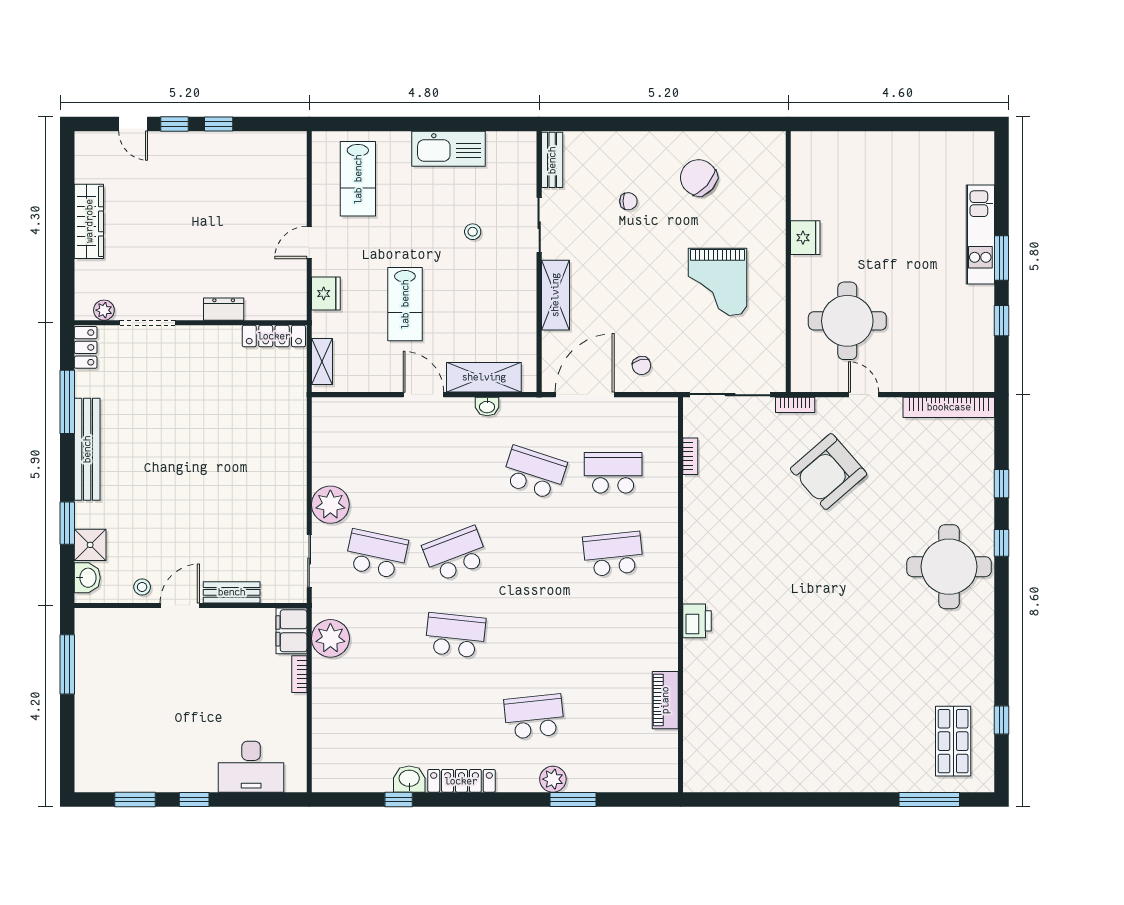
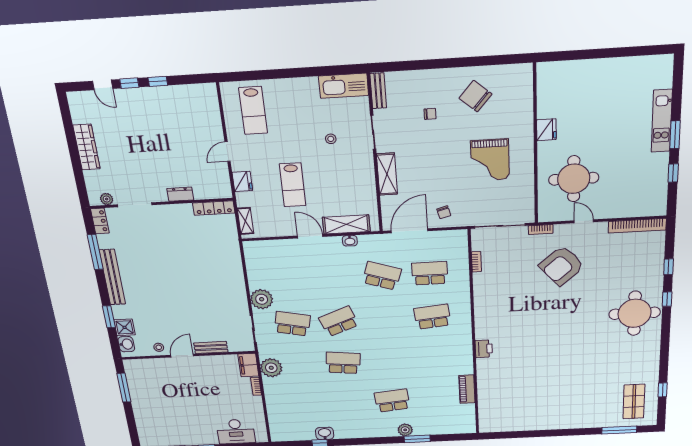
kitchen sink: (448, 149) -> (344, 86), moved
locker: (461, 781) -> (354, 433), removed

